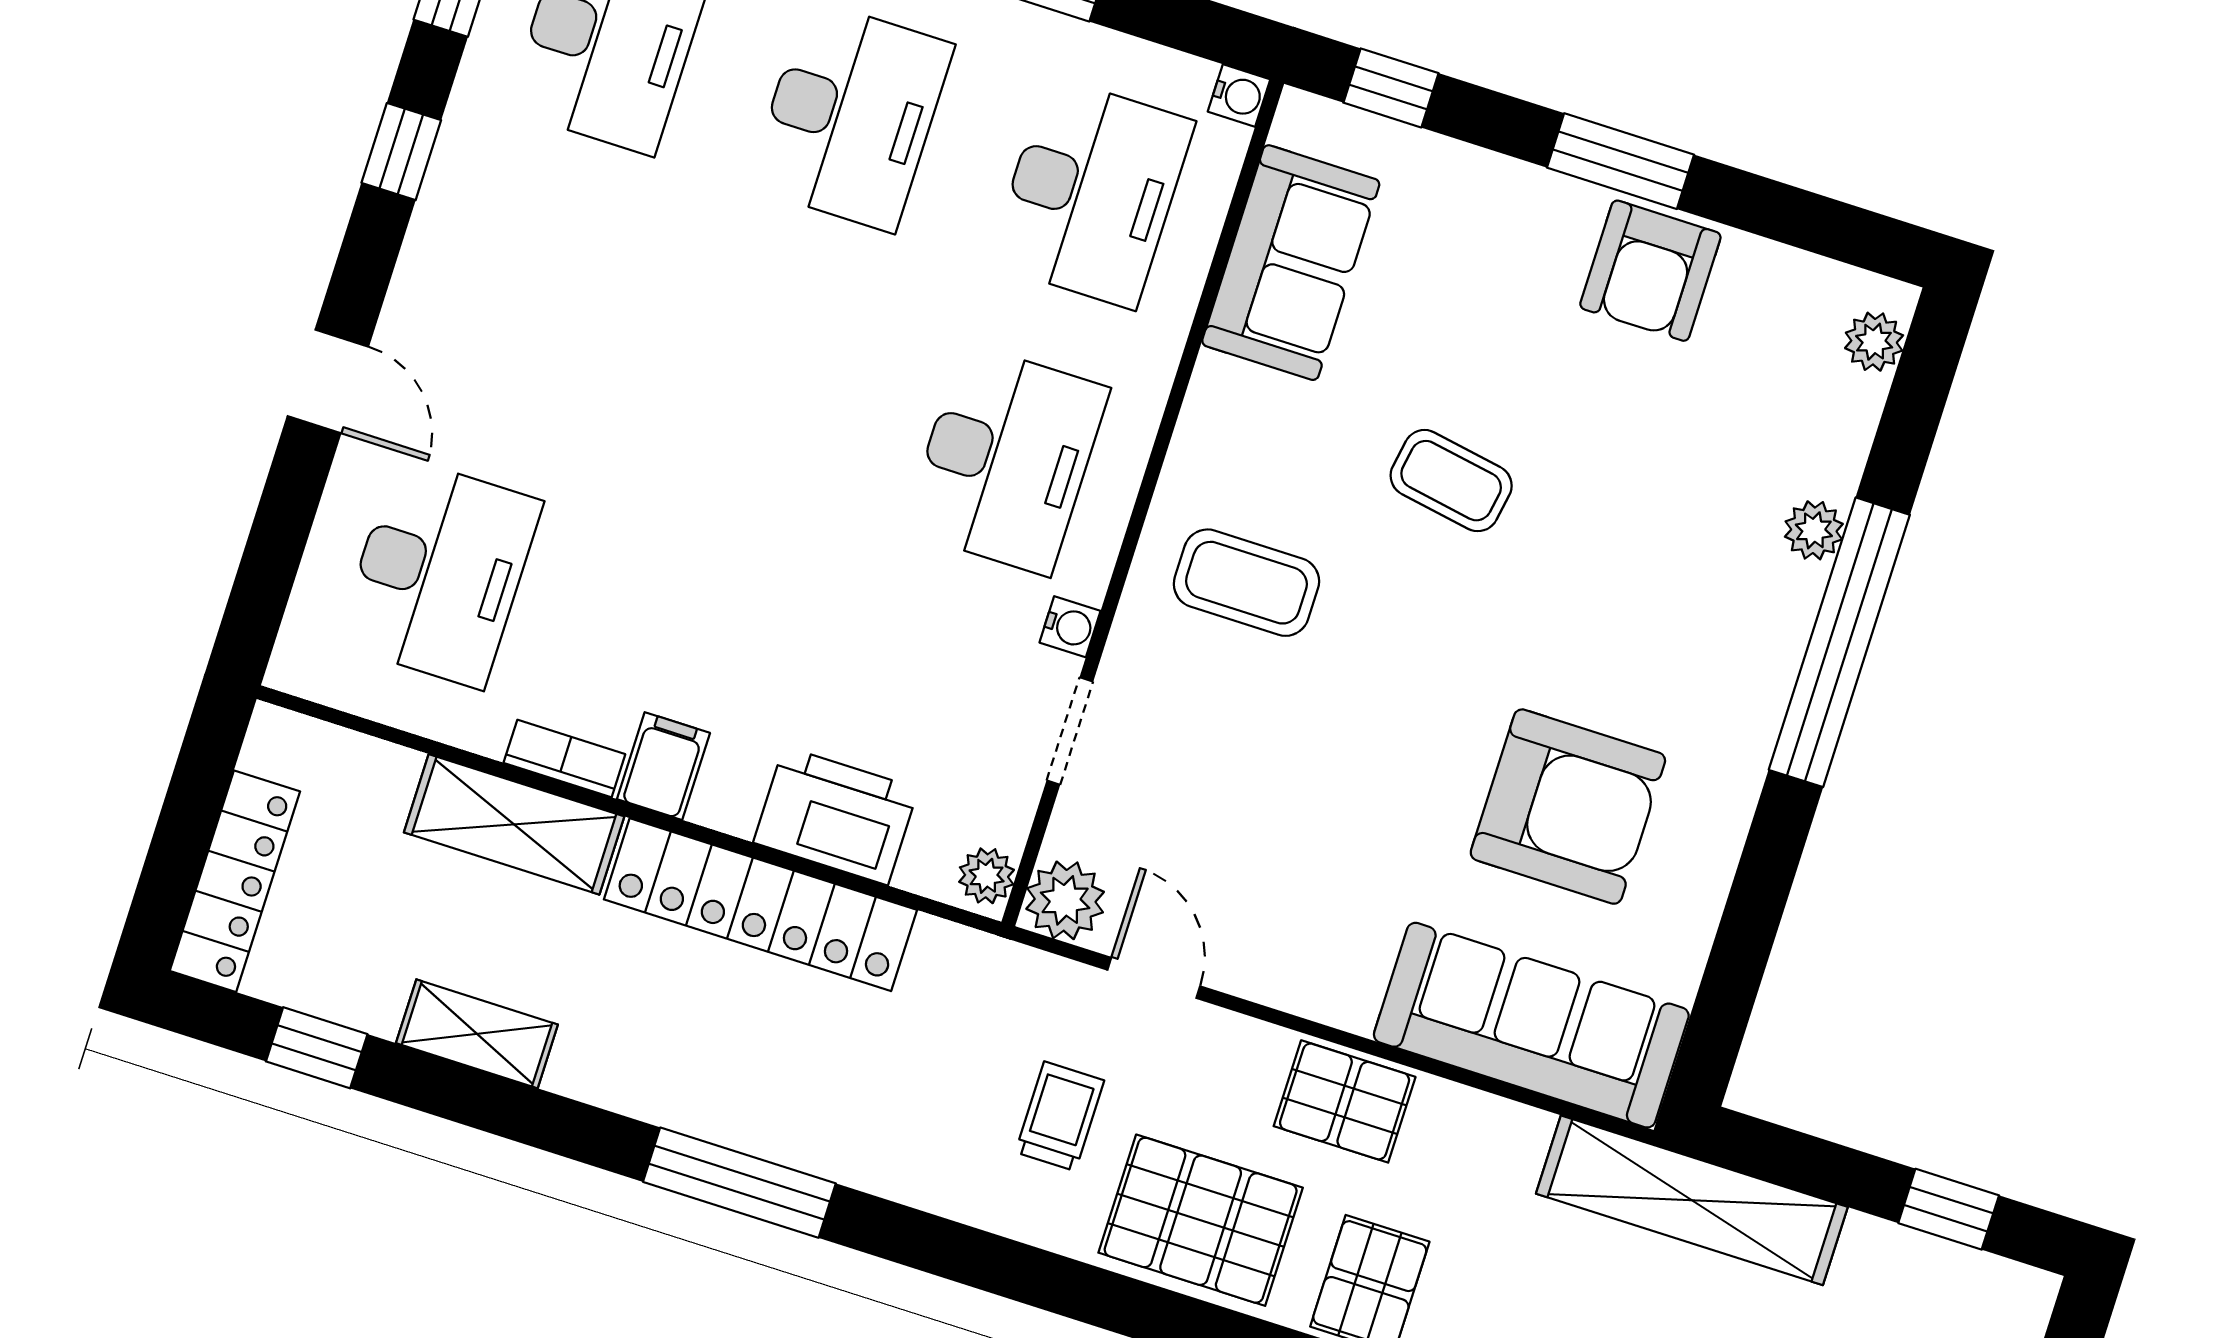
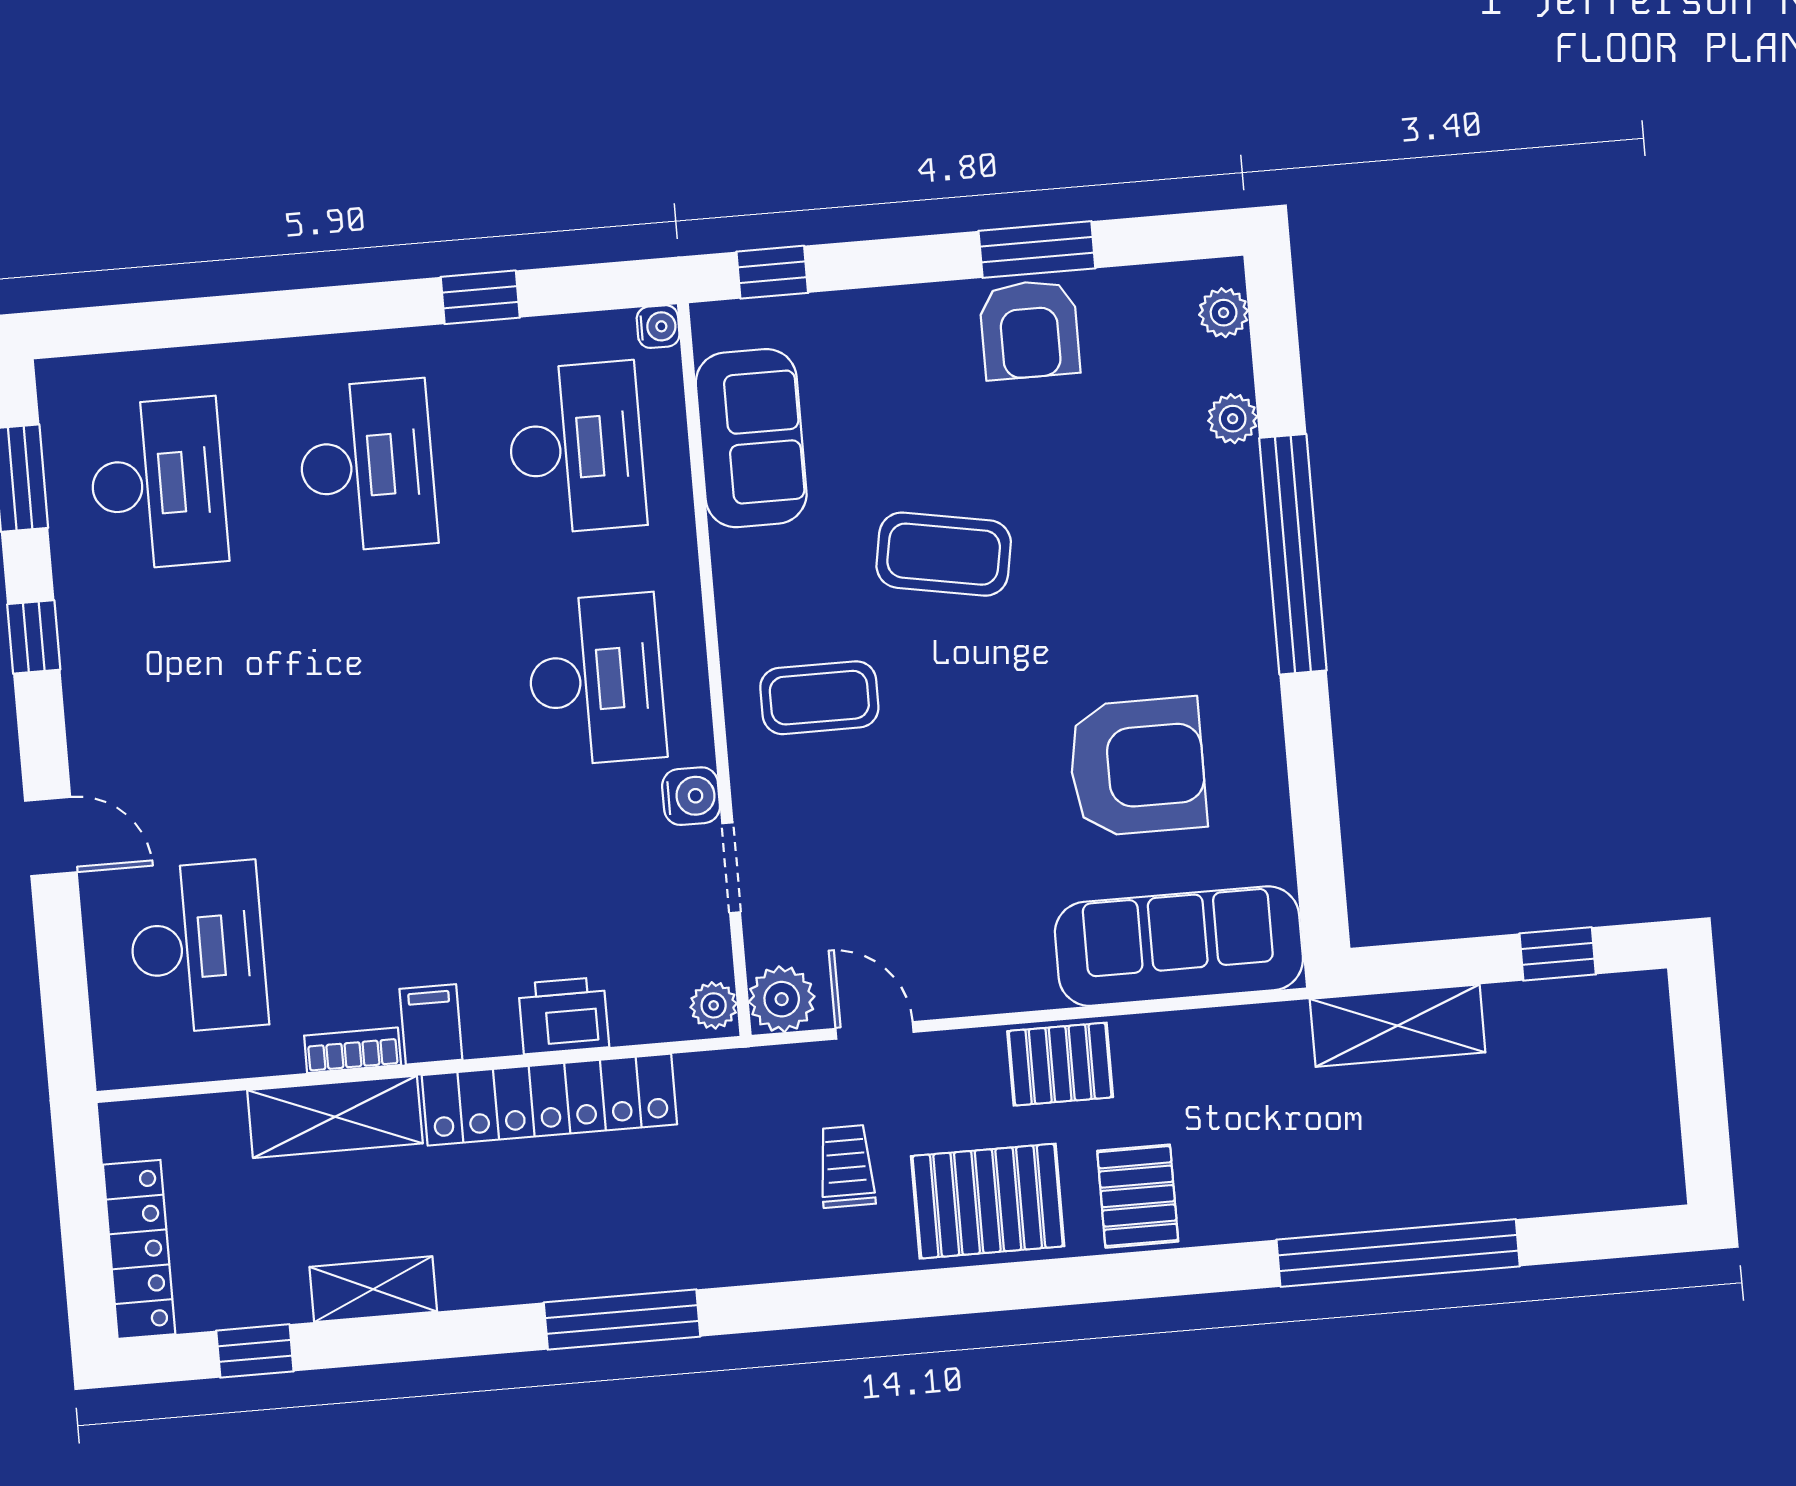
window: (1620, 161) -> (1037, 250), moved
coffee table: (1451, 481) -> (944, 554), width x1.36, depth x1.30
plant: (1814, 530) -> (1233, 419), moved
water cooler: (1070, 627) -> (691, 796), width x1.38, depth x1.38
printer: (836, 816) -> (564, 1016), width x0.73, depth x0.84
shelving: (1692, 1200) -> (1398, 1026), width x0.68

